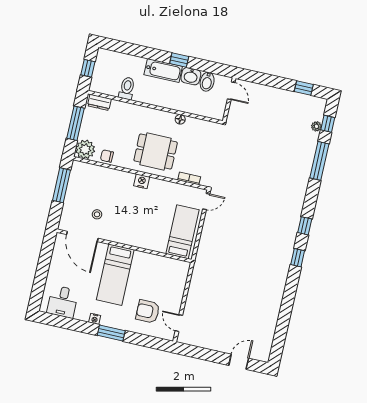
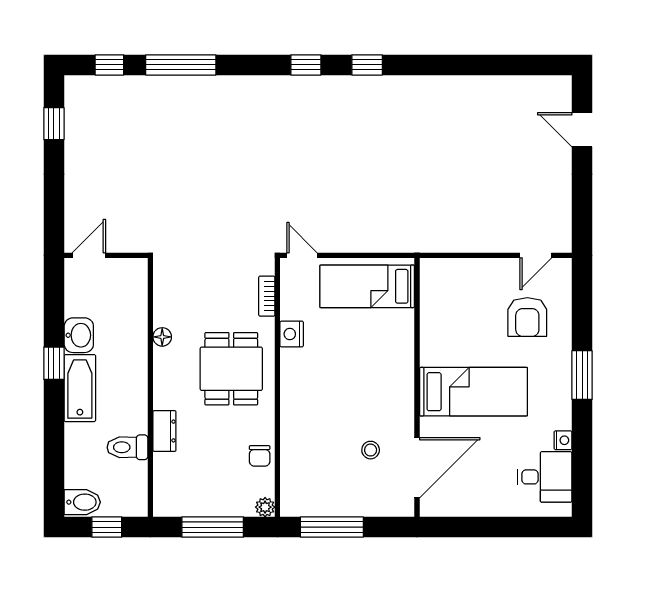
bidet: (207, 82) -> (82, 502), moved
dresser: (99, 102) -> (164, 431), moved
plant: (316, 126) -> (119, 85), removed
plant: (85, 149) -> (265, 507), width x0.53, depth x0.53
nightstand: (142, 181) -> (292, 334), moved
nightstand: (95, 319) -> (563, 440), moved

